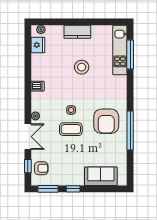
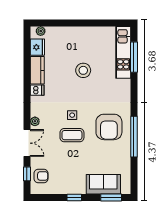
kitchen counter: (77, 32) -> (37, 70), moved, turned -90
window: (48, 189) -> (111, 198), moved

